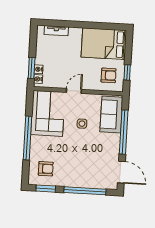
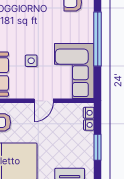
window: (32, 68) -> (98, 147), moved

